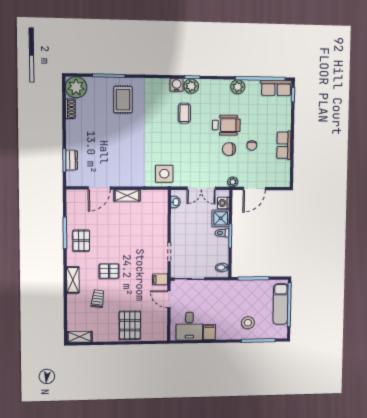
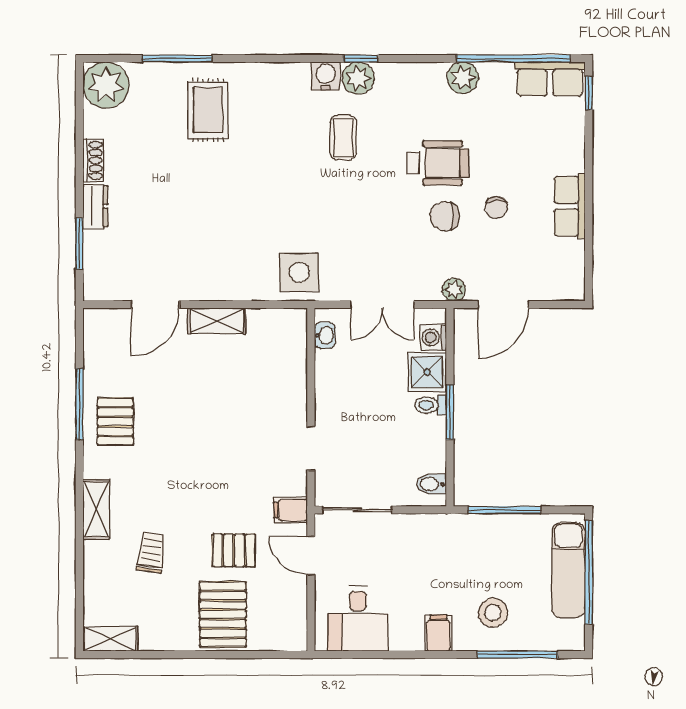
shoe rack: (70, 109) -> (93, 160), moved
dresser: (72, 160) -> (95, 206), moved
pallet: (109, 271) -> (234, 550), moved
filing cabinet: (209, 332) -> (438, 633), moved

